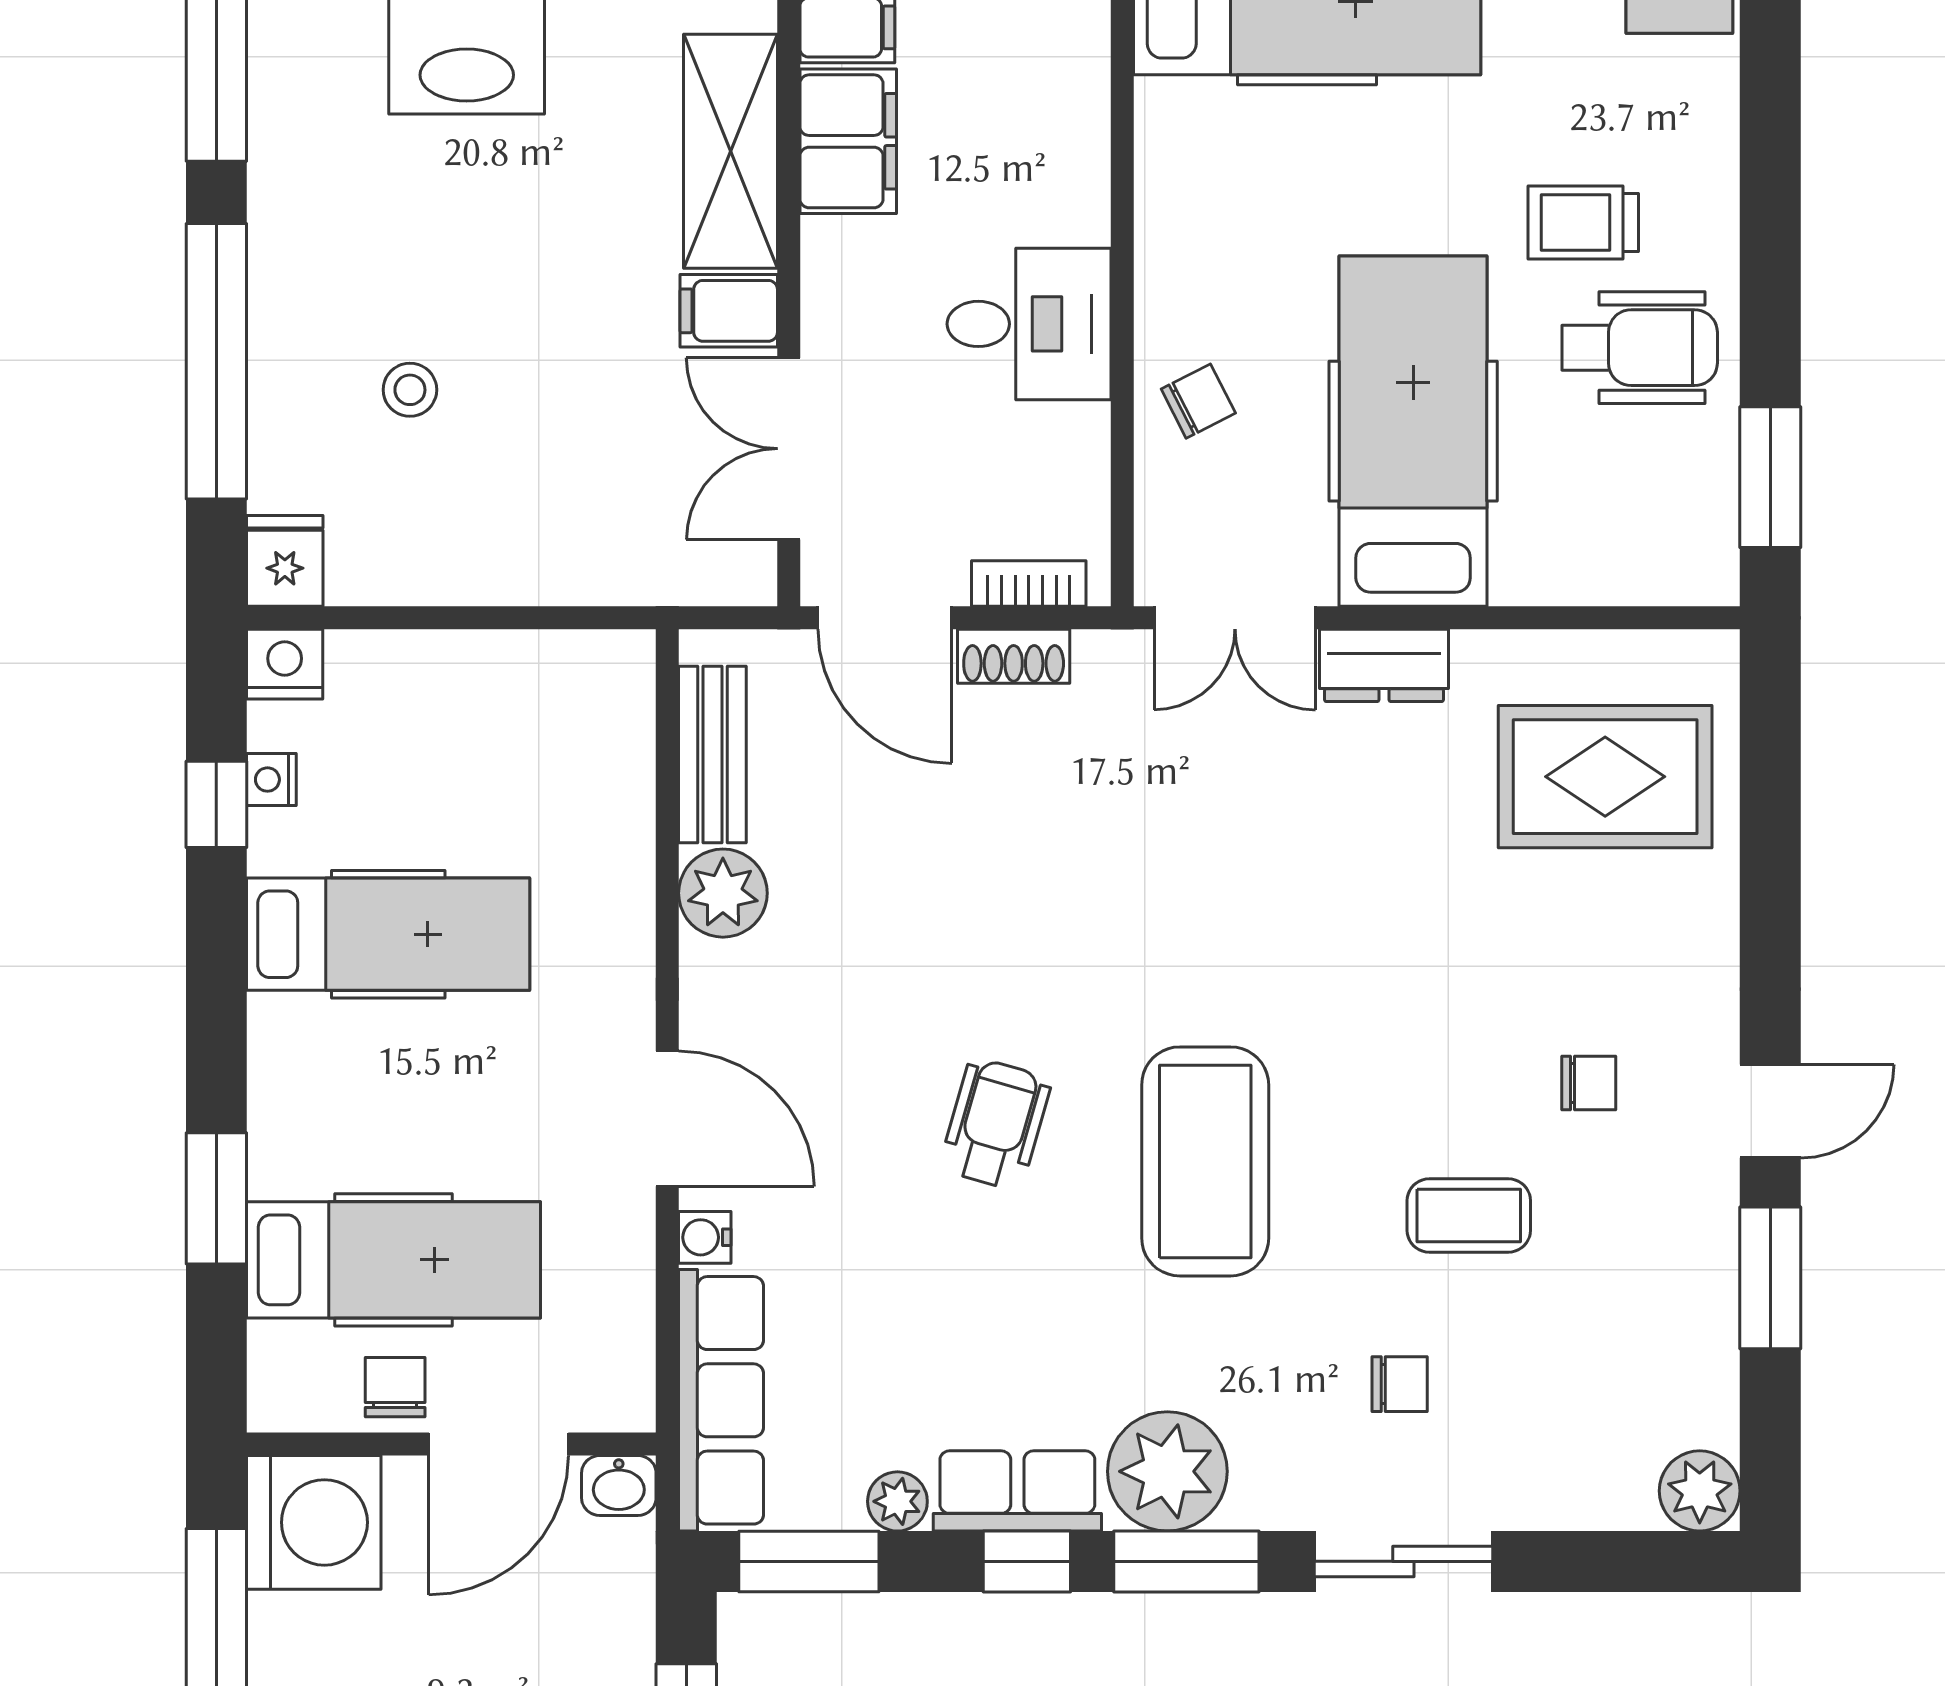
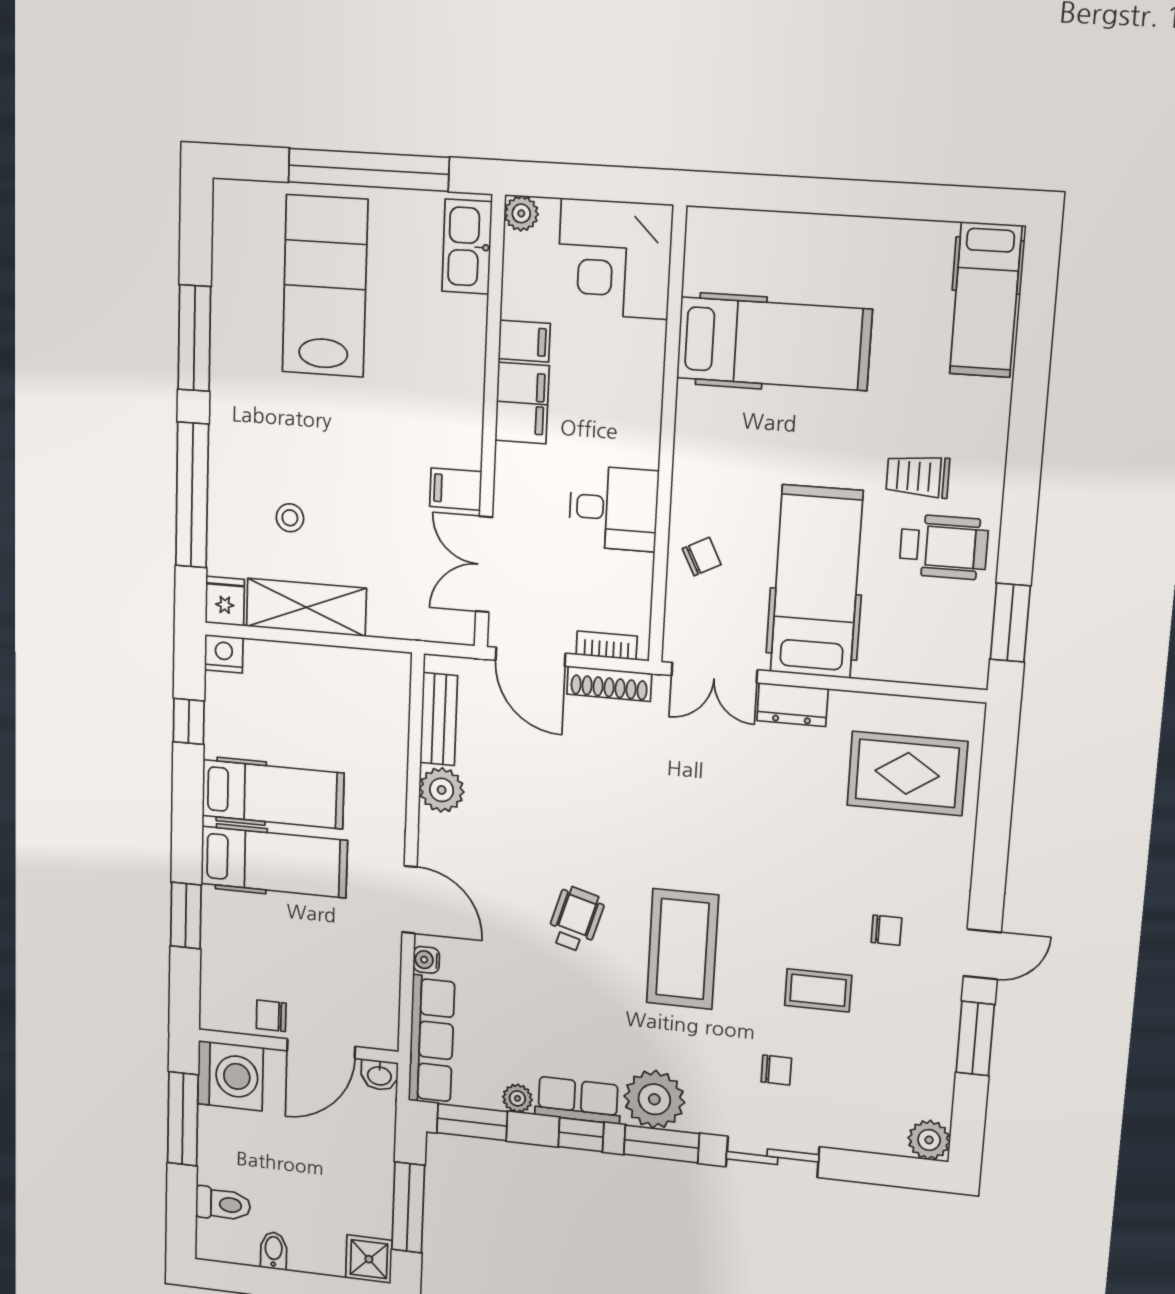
shelving: (730, 151) -> (306, 607), moved, turned 90
shoe rack: (1014, 656) -> (609, 684), width x1.43
nightstand: (271, 780) -> (216, 711), removed
hospital bed: (394, 1260) -> (274, 862), moved
chair: (395, 1387) -> (271, 1016), turned -90

